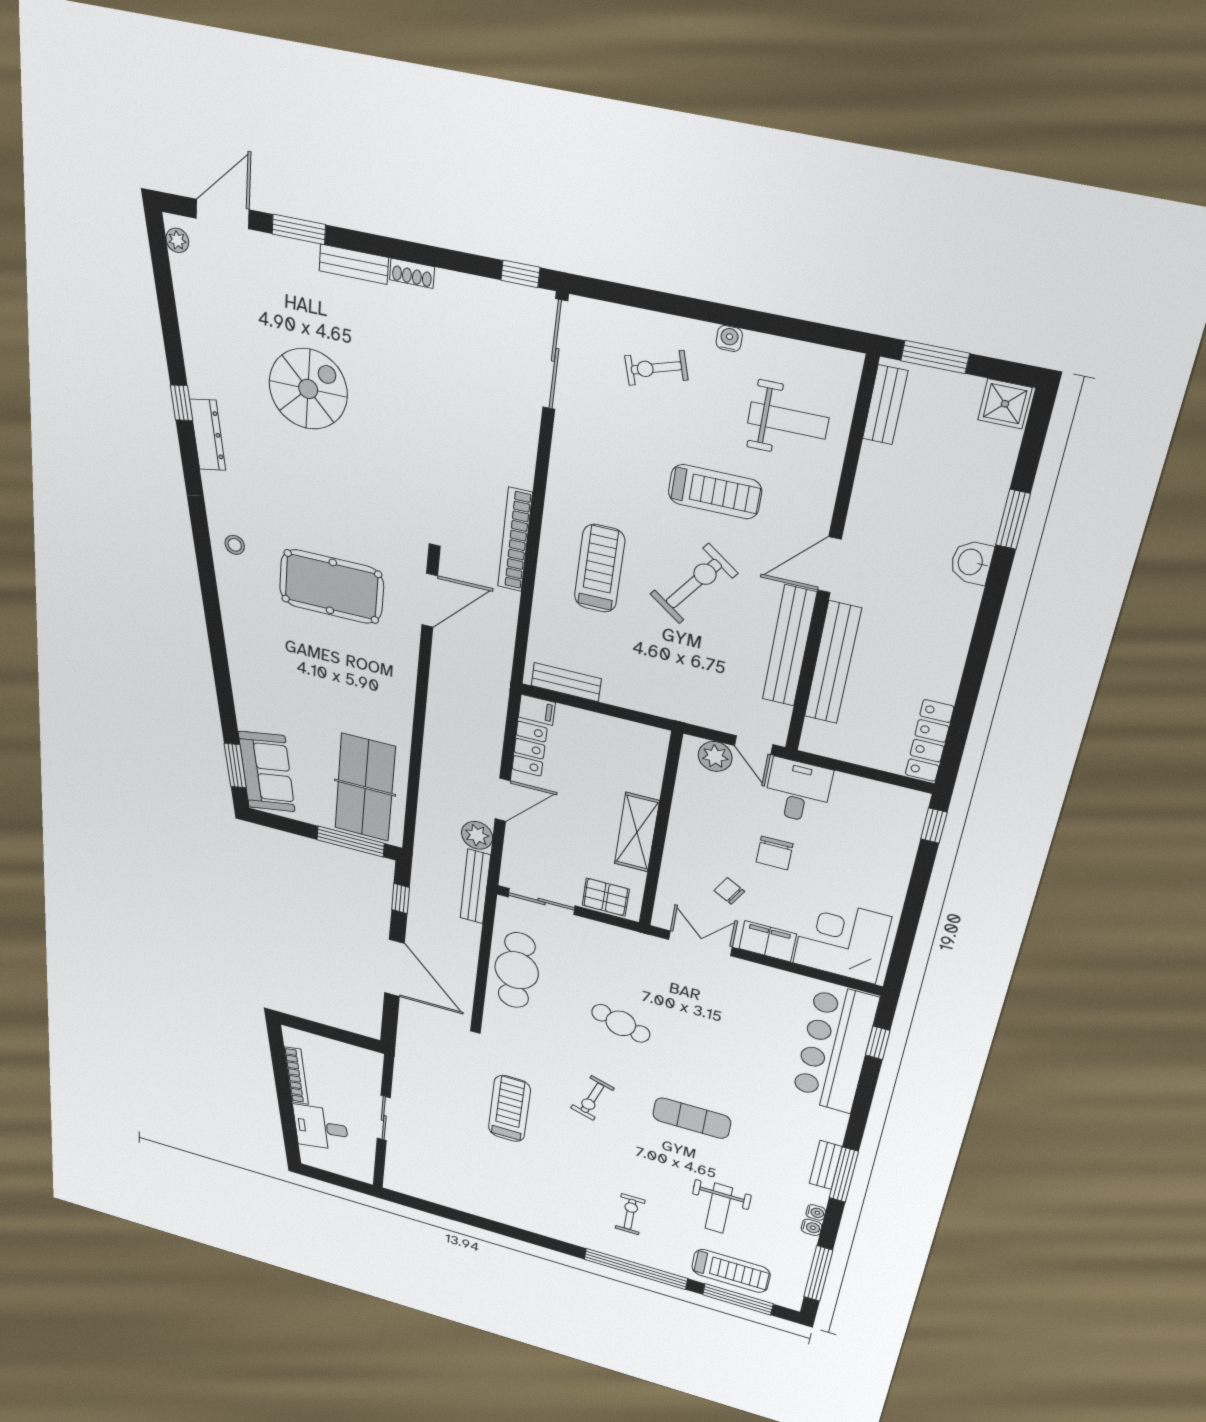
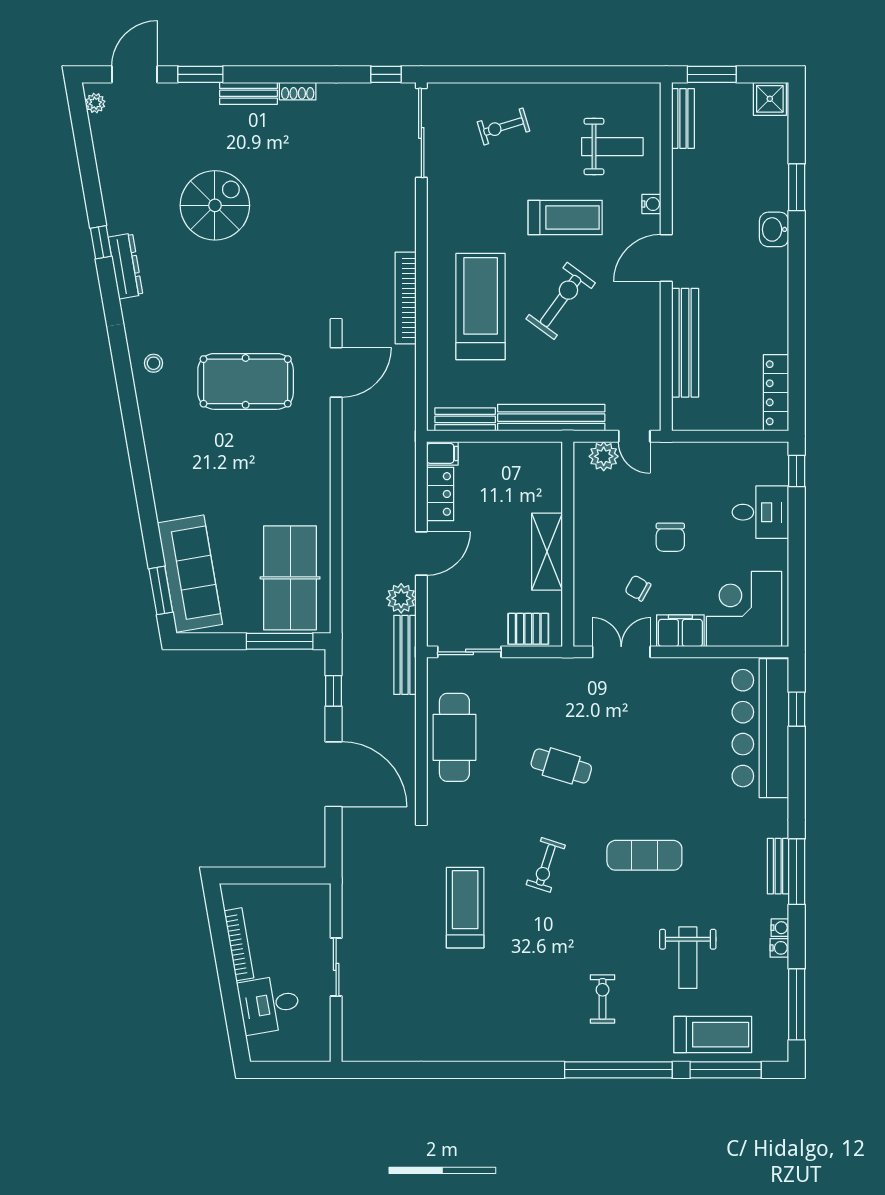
water cooler: (729, 339) -> (651, 204), moved, turned 90
treadmill: (600, 569) -> (481, 307), width x1.37, depth x1.38
bench: (789, 646) -> (551, 418), moved, turned 90
sofa: (267, 772) -> (190, 574), width x1.36
desk: (798, 791) -> (760, 512), moved, turned 90

